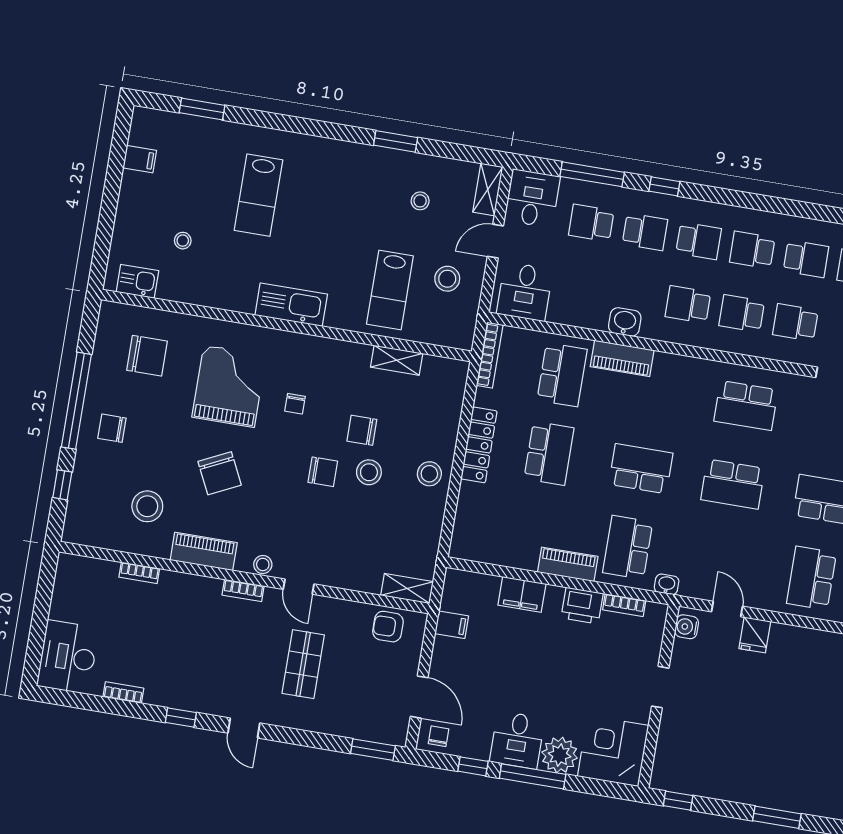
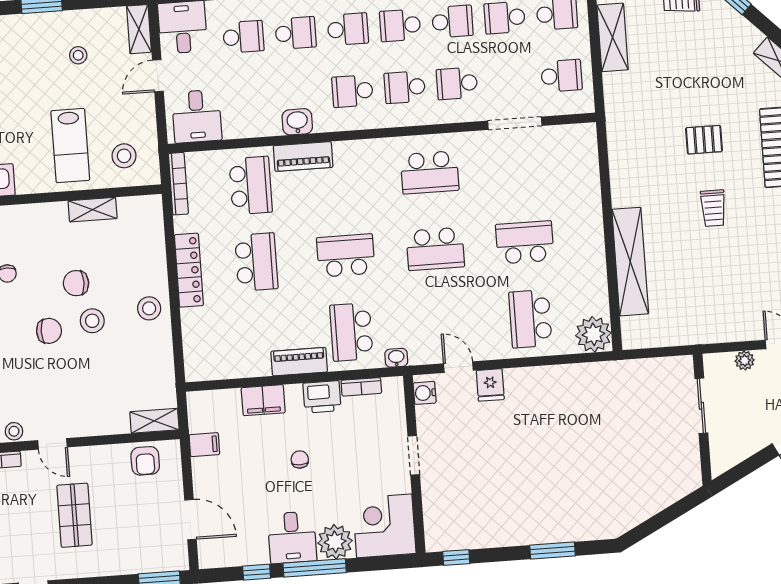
school desk: (591, 223) -> (243, 37), turned 180
stool: (447, 279) -> (124, 156), moved
armchair: (388, 627) -> (145, 461), turned -90
chair: (438, 736) -> (300, 459), moved

